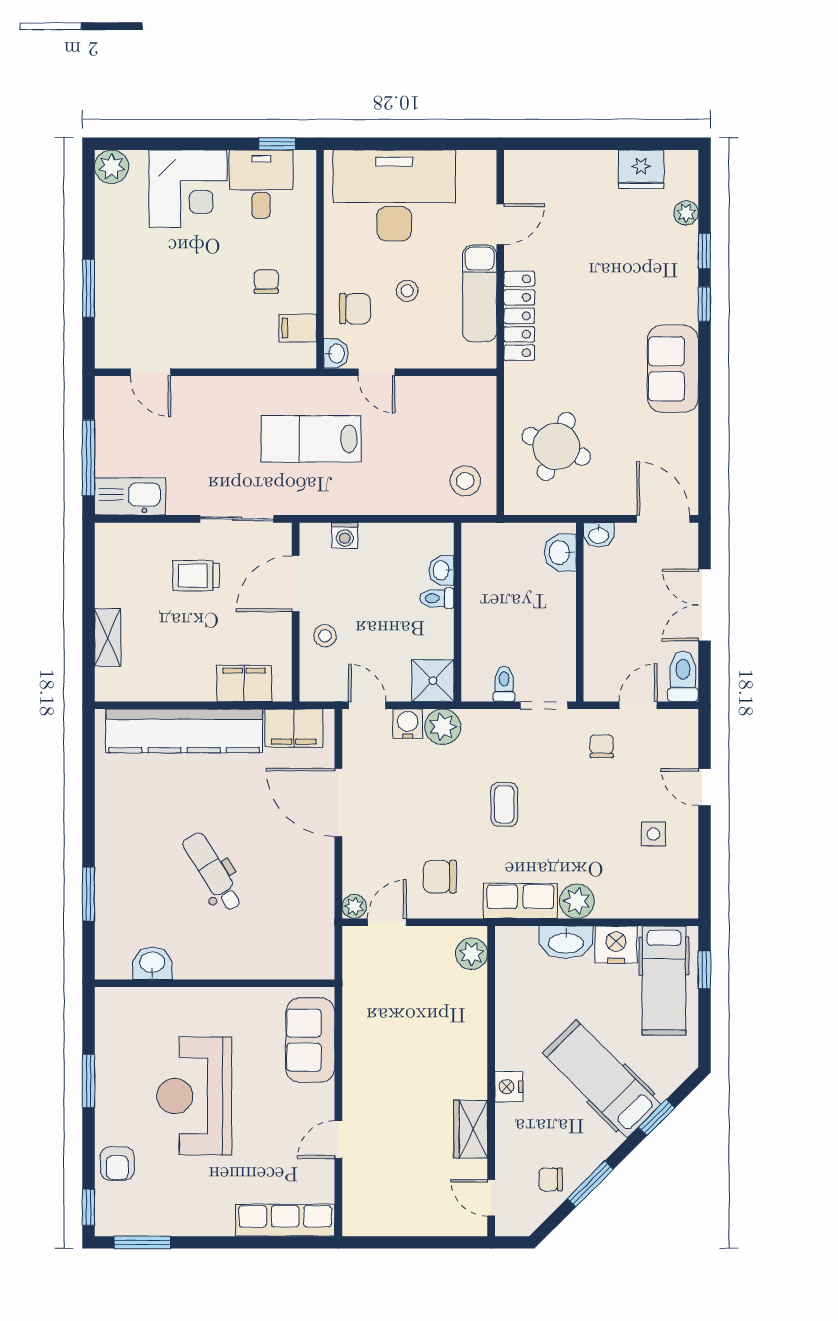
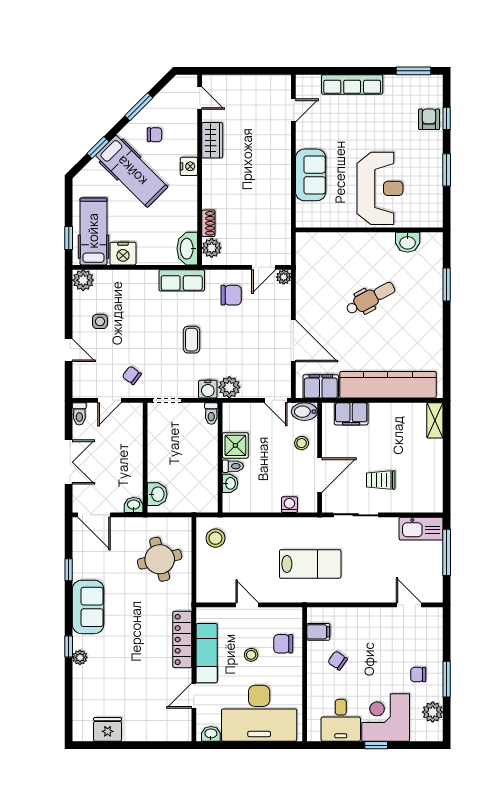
window: (277, 144) -> (376, 745), moved
plant: (111, 167) -> (433, 712), moved
plant: (686, 213) -> (80, 657), moved
window: (704, 251) -> (69, 570), moved
chair: (135, 259) -> (418, 675), added
chair: (266, 281) -> (338, 661), turned 125
window: (88, 288) -> (447, 679), moved
washbasin: (336, 354) -> (211, 734), moved, turned 90
door: (376, 372) -> (247, 605), moved
round table: (556, 446) -> (160, 559), turned -36
trolley: (196, 576) -> (381, 480), turned 180
shelving: (108, 638) -> (435, 420), moved
toilet: (683, 676) -> (79, 414), width x0.73, depth x0.72
shower: (433, 681) -> (235, 445), moved
toilet: (504, 684) -> (211, 414), moved
bidet: (320, 687) -> (304, 412), added
water cooler: (408, 724) -> (208, 389), moved
chair: (602, 746) -> (132, 375), turned 127
dental chair: (213, 872) -> (371, 298), turned -86
plant: (577, 901) -> (83, 280), moved
washbasin: (566, 942) -> (187, 249), moved, turned -90
shoe rack: (477, 994) -> (208, 223), added
sofa: (310, 1040) -> (311, 175), moved
reception desk: (194, 1096) -> (380, 188), moved
door: (338, 1140) -> (293, 110), moved
chair: (551, 1179) -> (155, 135), moved
window: (88, 1207) -> (447, 118), moved
row of seats: (285, 1220) -> (352, 84), moved

